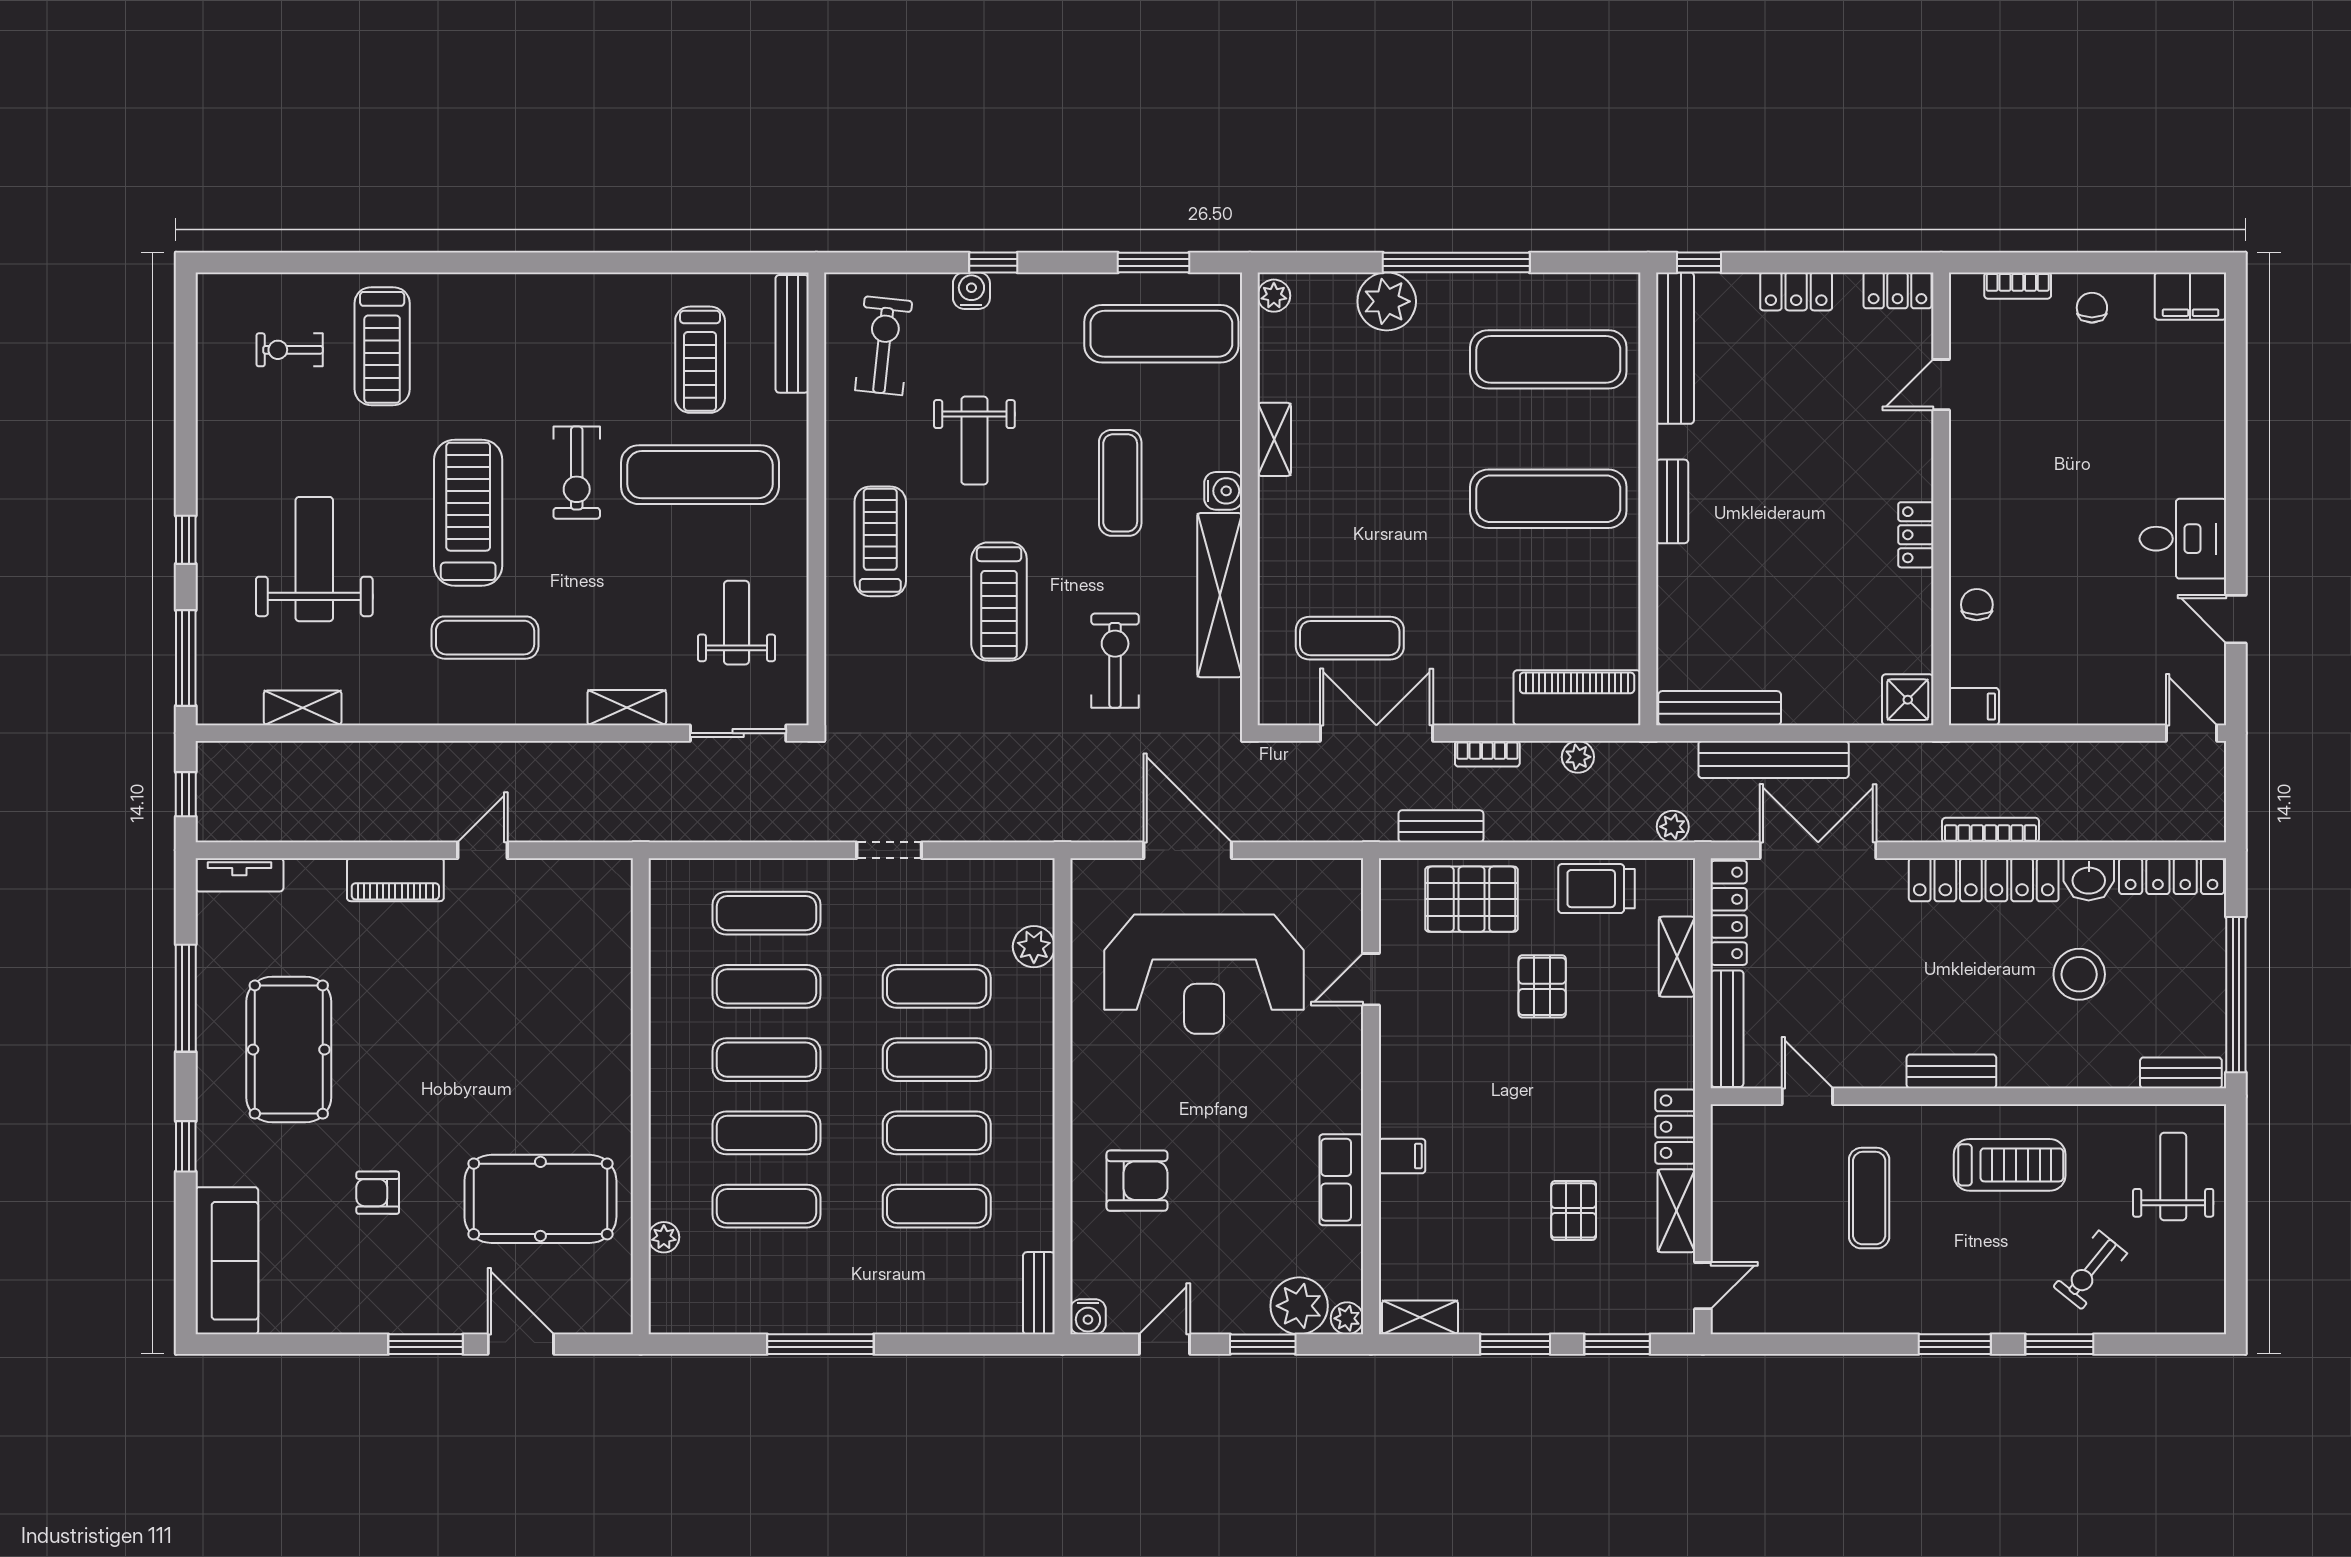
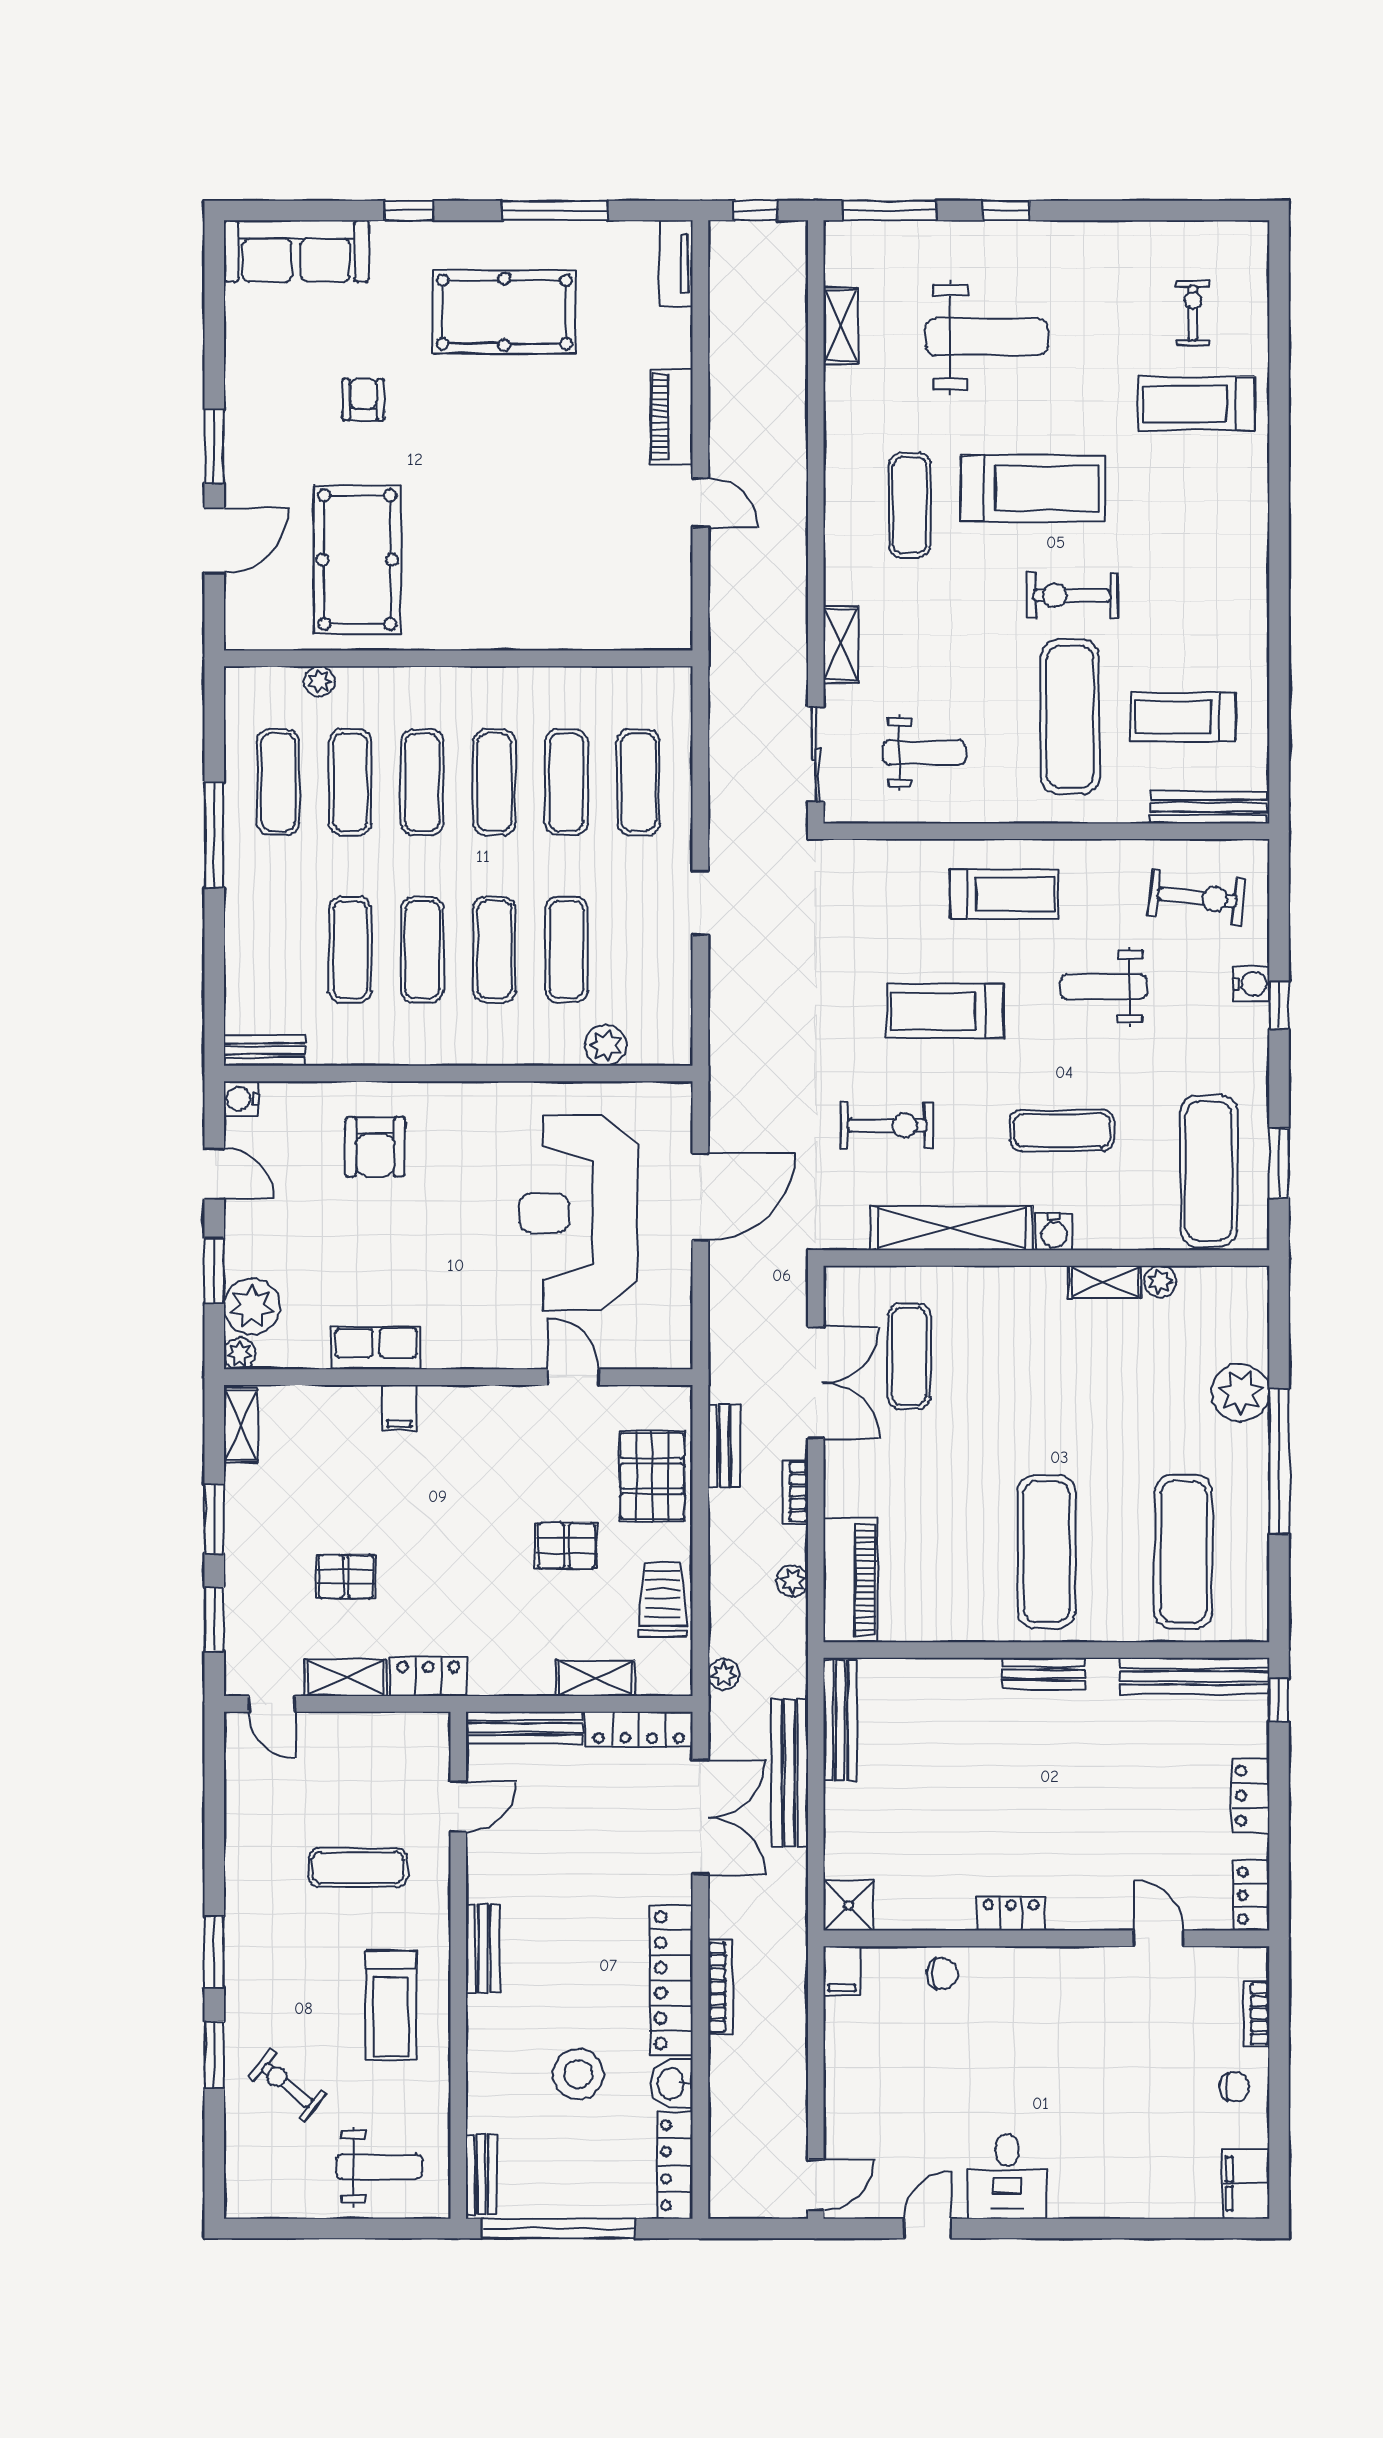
plant: (1274, 296) -> (1160, 1282), moved
exercise mat: (767, 1279) -> (278, 782), added

